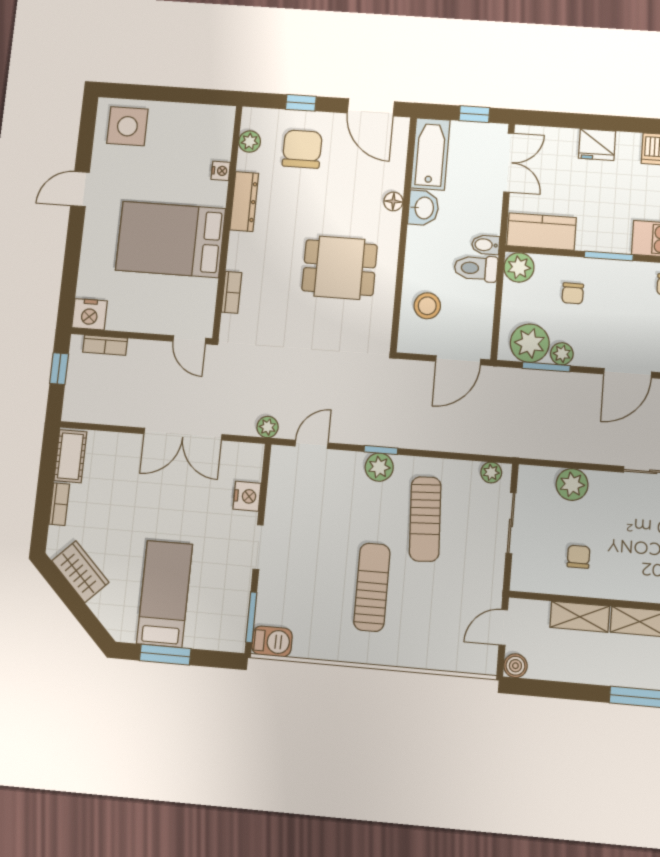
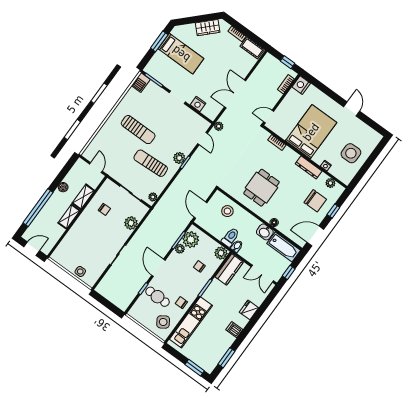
side table: (127, 126) -> (351, 153), moved
boiler: (515, 666) -> (63, 187), moved

